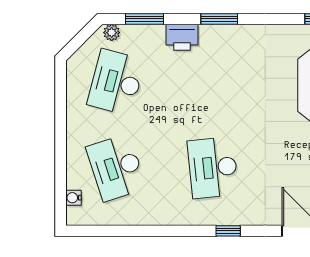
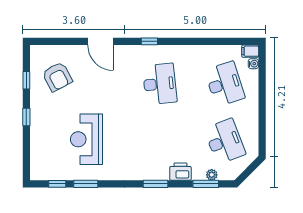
plant: (112, 33) -> (212, 175), moved
desk: (116, 82) -> (225, 141), turned -36
filing cabinet: (78, 216) -> (250, 51), added

